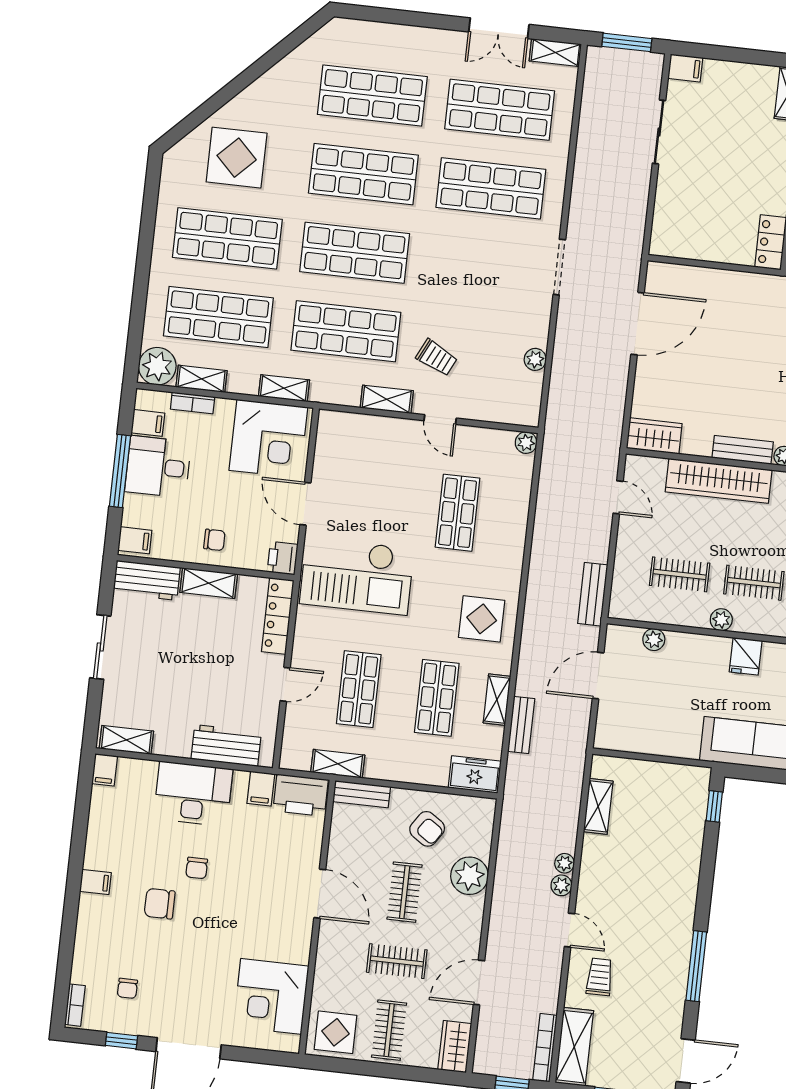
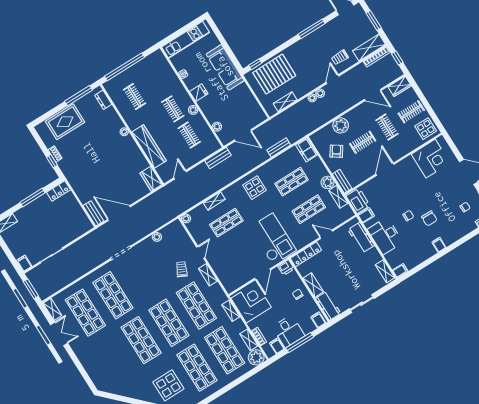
shop shelf: (372, 96) -> (113, 357), removed
bench: (743, 450) -> (93, 213), moved
shelving: (497, 700) -> (214, 201), moved
plant: (381, 765) -> (327, 182), added
pallet: (667, 827) -> (274, 74), added

